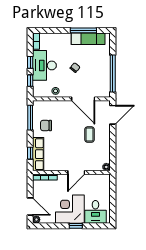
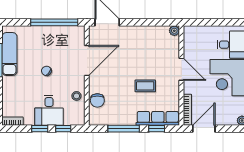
desk: (44, 65) -> (49, 110), width x0.73
window: (30, 118) -> (124, 129), moved
chair: (46, 125) -> (97, 100), moved
coffee table: (90, 135) -> (145, 86), moved
door: (30, 206) -> (204, 129), moved

